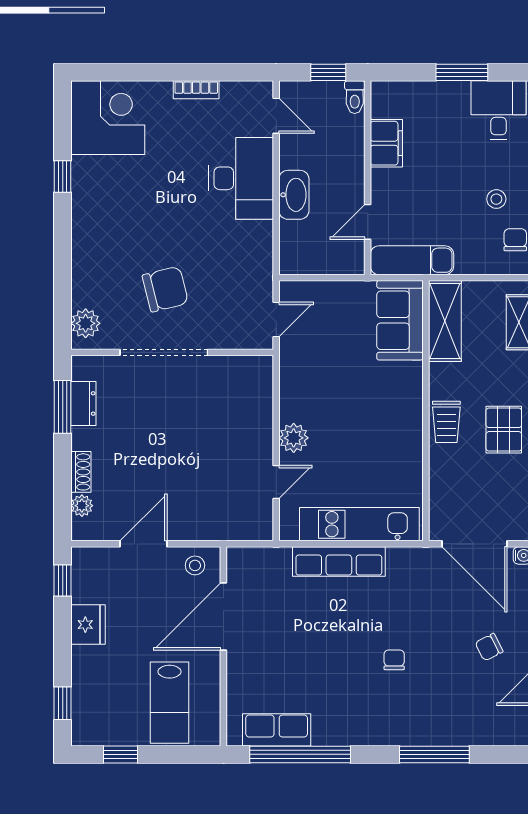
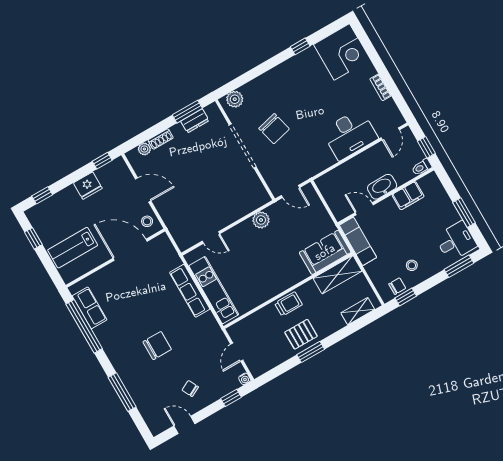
washbasin: (294, 195) -> (382, 187), moved, turned 180
trolley: (446, 422) -> (289, 304), turned 180
plant: (294, 438) -> (261, 220), moved
door: (474, 544) -> (237, 352), width x0.53
chair: (394, 660) -> (157, 346), width x1.87, depth x1.87

